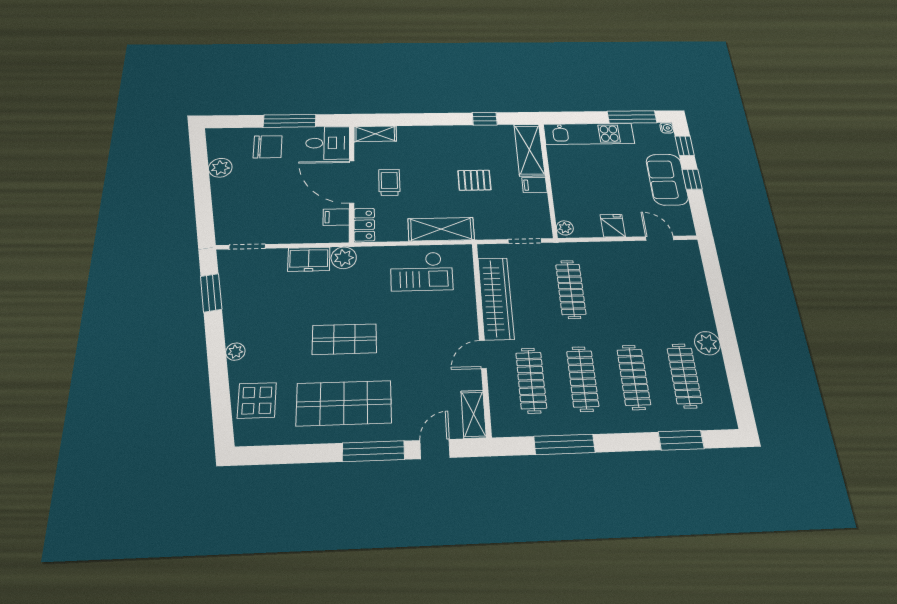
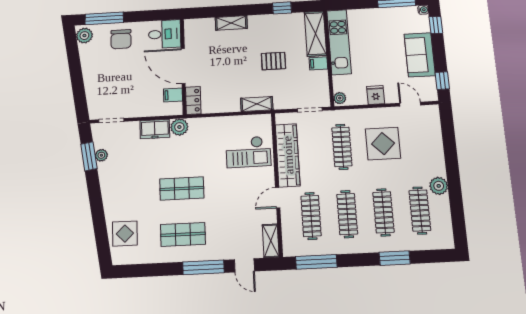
window: (290, 121) -> (104, 18), moved
shelving: (375, 134) -> (231, 23), moved
kitchen unit: (589, 134) -> (339, 42), moved, turned -90
chair: (268, 147) -> (121, 39), turned 90
plant: (220, 168) -> (84, 36), moved
window: (692, 179) -> (442, 81), moved
trolley: (389, 182) -> (211, 65), removed
shelving: (441, 229) -> (257, 104), width x0.67, depth x0.75
checkout: (422, 271) -> (248, 152), moved
display table: (627, 287) -> (383, 144), added
plant: (235, 352) -> (101, 155), moved
shop shelf: (344, 403) -> (183, 234), width x0.70, depth x0.74
window: (681, 440) -> (395, 258), moved
window: (564, 444) -> (316, 262), moved
door: (435, 449) -> (244, 265), swing flipped

